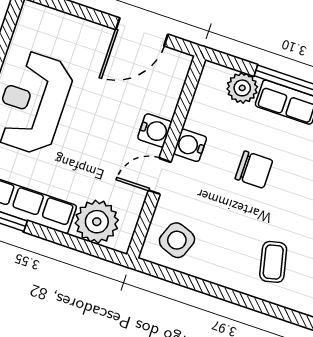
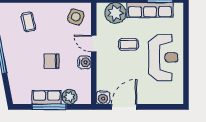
water cooler: (155, 130) -> (103, 98), moved, turned -90
coffee table: (92, 151) -> (128, 44), added
door: (160, 176) -> (94, 44), swing flipped

